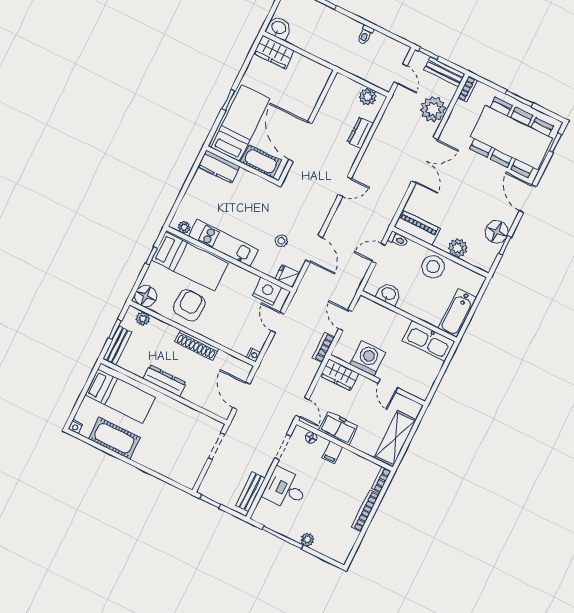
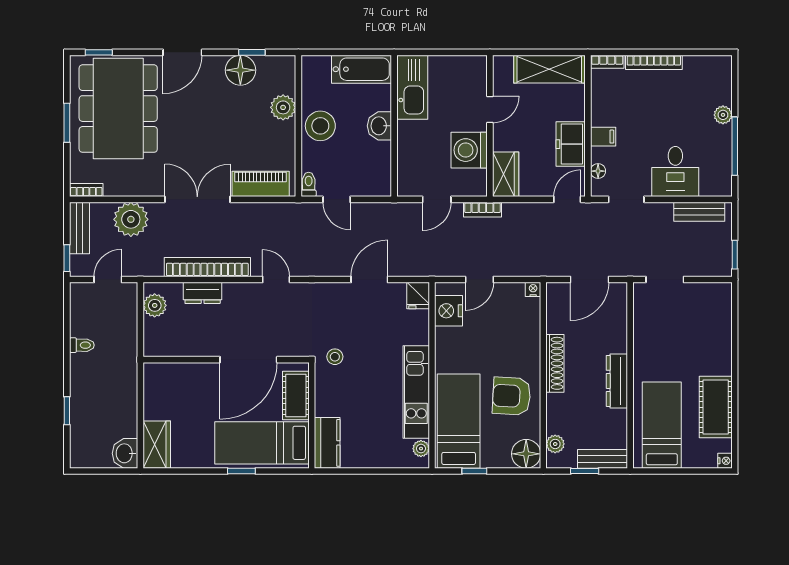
bookcase: (376, 145) -> (207, 267), added
piano: (417, 228) -> (261, 184), moved, turned 90
stool: (281, 241) -> (335, 357), moved
washbasin: (389, 294) -> (379, 126), moved

